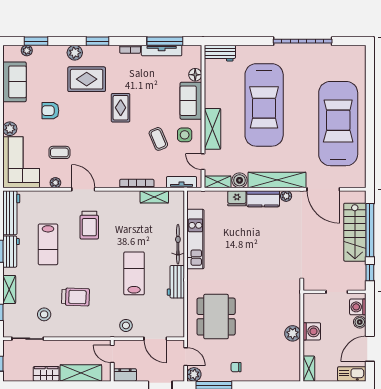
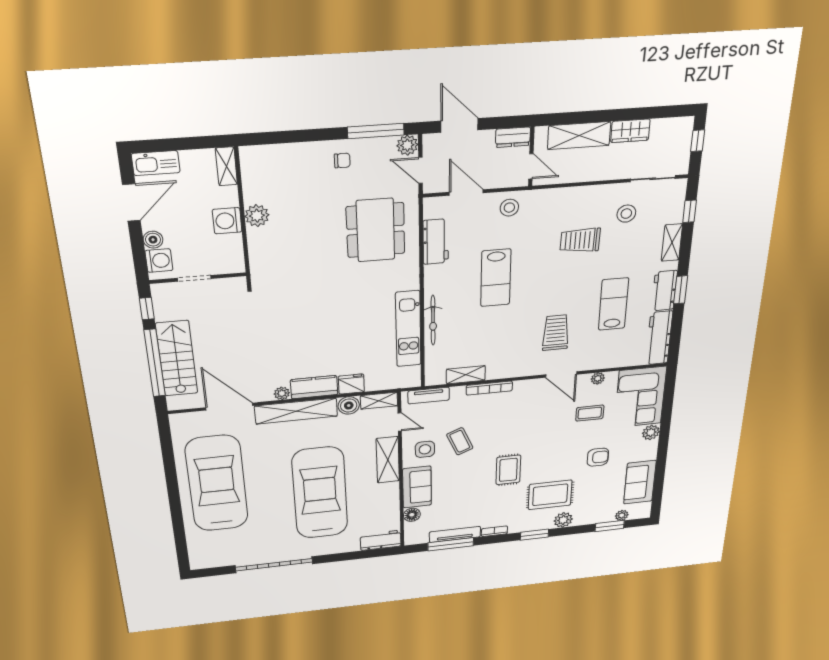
car: (338, 124) -> (217, 484), turned 180
workbench: (176, 282) -> (436, 242), moved

